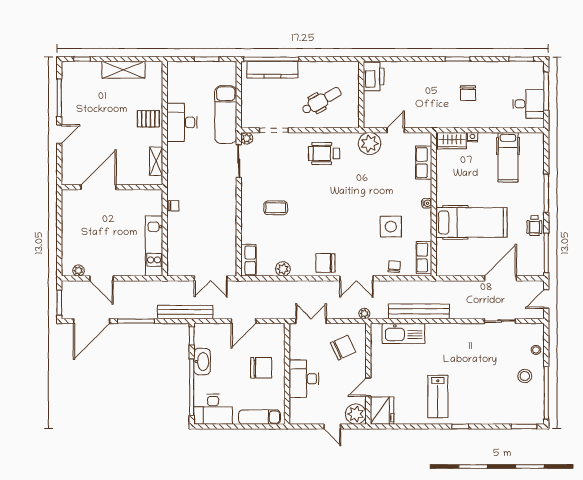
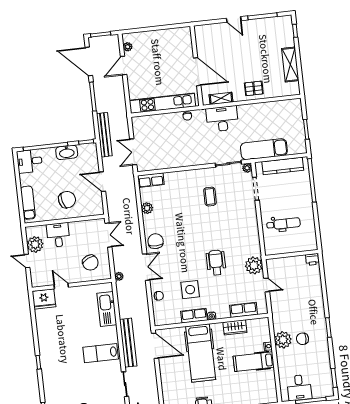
kitchen counter: (272, 70) -> (283, 166), moved, turned -90
printer: (374, 76) -> (312, 259), width x0.53, depth x0.68
dental chair: (322, 101) -> (283, 224), turned -61
plant: (467, 117) -> (283, 340), added
pallet: (148, 119) -> (254, 88), turned 90
desk: (182, 122) -> (222, 119), moved
wardrobe: (452, 141) -> (235, 327), moved, turned -90
wheelchair: (324, 154) -> (216, 263), moved
hospital bed: (508, 157) -> (254, 362), moved
door: (98, 187) -> (197, 72), moved
coffee table: (276, 208) -> (210, 197), moved
kitchen unit: (154, 246) -> (162, 103), width x1.36
row of seats: (424, 258) -> (194, 316), moved
double door: (356, 278) -> (146, 267), swing flipped
door: (500, 278) -> (155, 346), moved
bench: (419, 311) -> (128, 343), moved
chair: (261, 368) -> (67, 200), turned -105
desk: (304, 379) -> (58, 235), width x0.73
lab bench: (438, 397) -> (101, 353), moved
desk: (213, 409) -> (30, 161), width x0.73
plant: (356, 414) -> (35, 244), moved
door: (332, 426) -> (27, 261), hinge flipped

